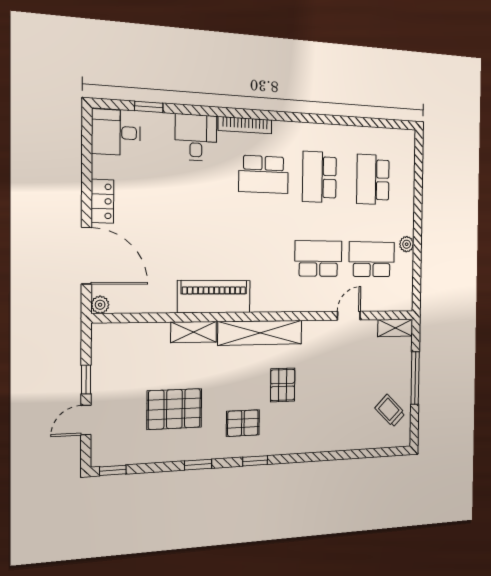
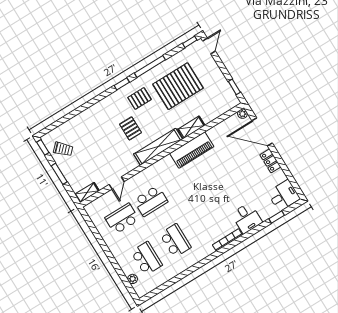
school desk: (263, 174) -> (204, 223), removed
plant: (407, 244) -> (133, 279), moved
school desk: (372, 259) -> (122, 219), turned 180
window: (415, 378) -> (59, 174), width x0.69
window: (86, 380) -> (234, 87), moved
pallet: (174, 409) -> (178, 86), width x1.37, depth x1.41
door: (86, 420) -> (209, 46), moved
window: (414, 430) -> (43, 147), added
window: (198, 465) -> (150, 66), width x2.17

